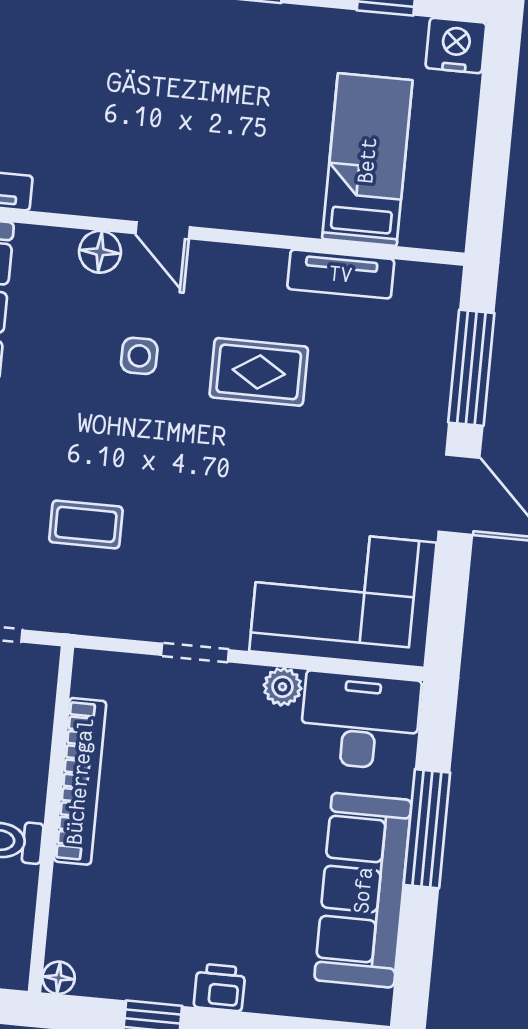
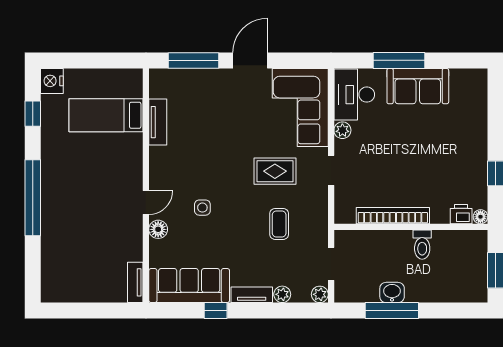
rug: (259, 372) -> (275, 171), moved, turned 90
sofa: (363, 890) -> (418, 86), width x0.73
printer: (220, 987) -> (461, 214), moved, turned 90

